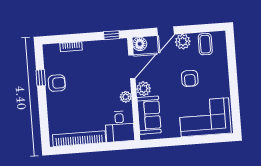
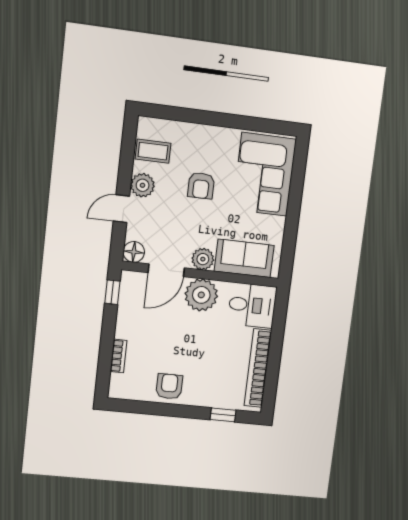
door: (165, 31) -> (121, 209), swing flipped
door: (132, 67) -> (166, 270), swing flipped
window: (41, 78) -> (223, 415), moved
armchair: (190, 78) -> (201, 186), turned 90
plant: (126, 97) -> (201, 295), width x1.87, depth x1.87

